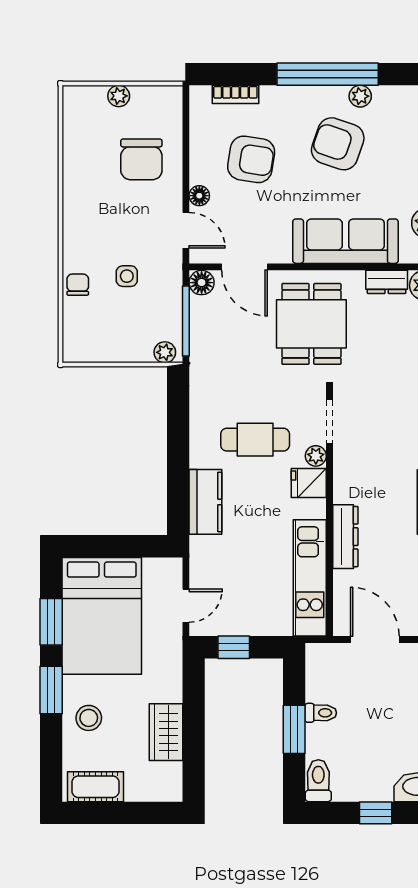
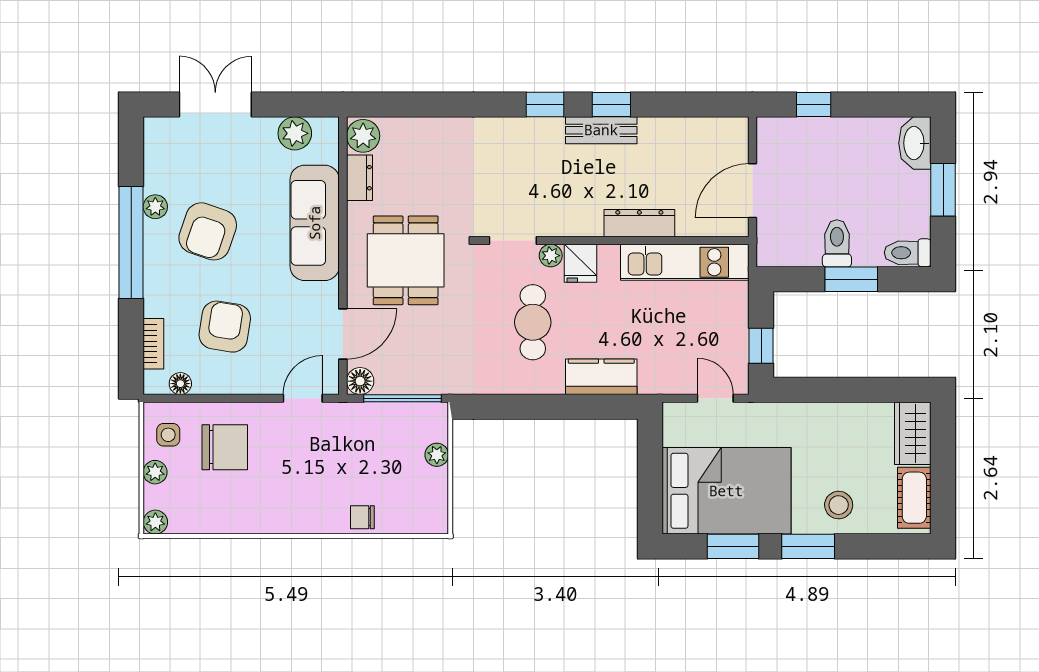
plant: (73, 96) -> (155, 522), added
floor lamp: (199, 196) -> (180, 384), moved
side table: (127, 276) -> (168, 435), moved
dining table: (311, 324) -> (406, 260), turned 90
plant: (165, 352) -> (437, 455), moved
toilet: (321, 713) -> (837, 243), width x1.37, depth x1.39
wardrobe: (166, 732) -> (913, 433), moved, turned 90
window: (376, 813) -> (943, 190), width x1.50

